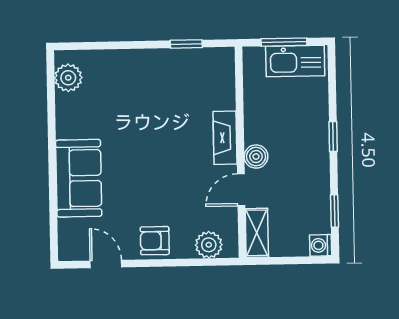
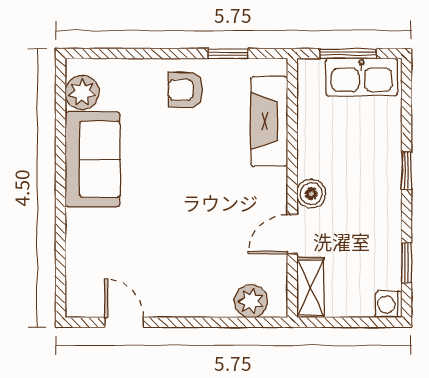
fireplace: (225, 138) -> (269, 121), moved, width x1.37, depth x1.32
sofa: (79, 178) -> (93, 159), moved
armchair: (155, 241) -> (186, 90), moved

